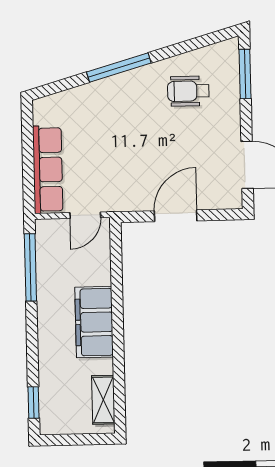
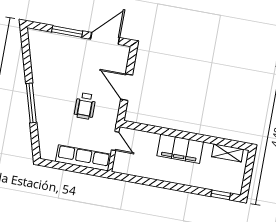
window: (245, 74) -> (67, 31), moved
wheelchair: (188, 91) -> (85, 106), moved
window: (30, 267) -> (140, 180), removed

